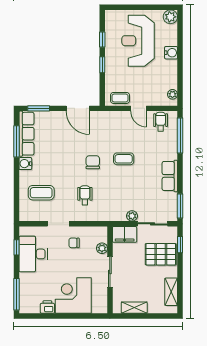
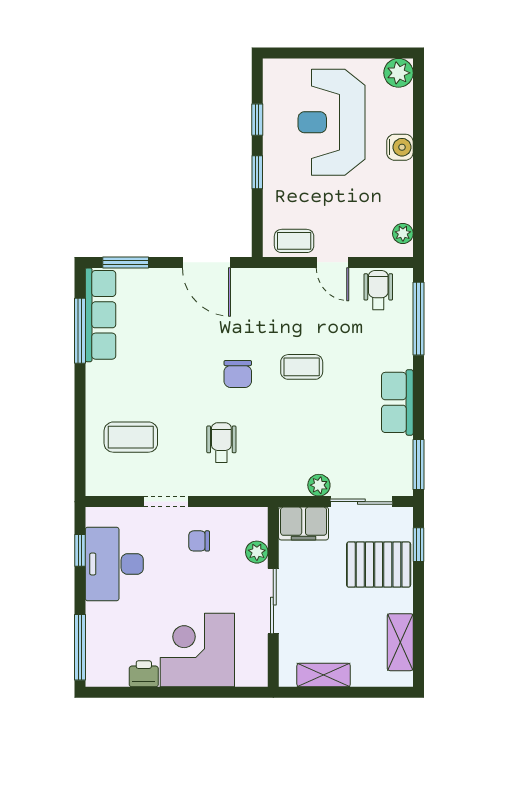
chair: (93, 162) -> (238, 374), turned 180
water cooler: (25, 164) -> (98, 377), removed

